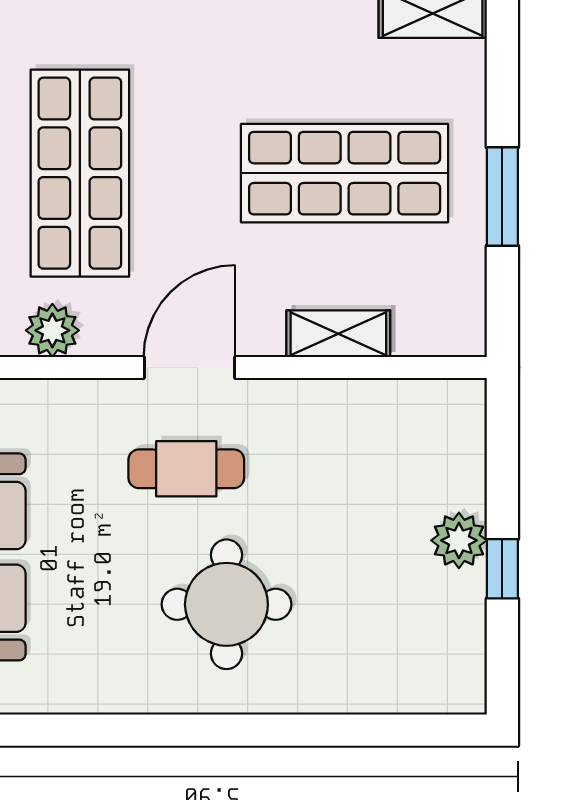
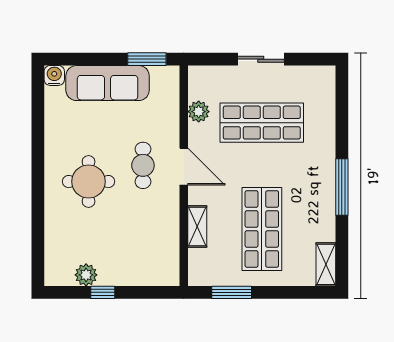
window: (502, 197) -> (232, 292), moved
plant: (459, 540) -> (86, 275), moved

